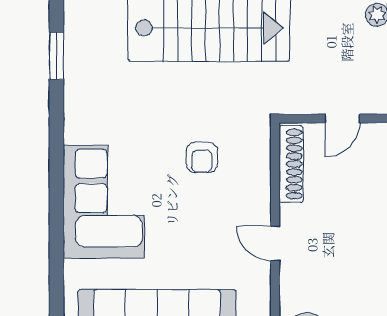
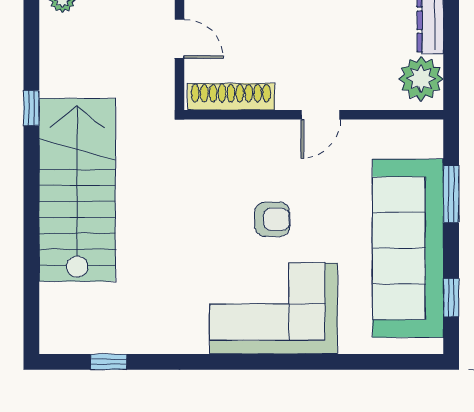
window: (57, 56) -> (109, 362), width x0.67
armchair: (202, 157) -> (272, 219), moved

